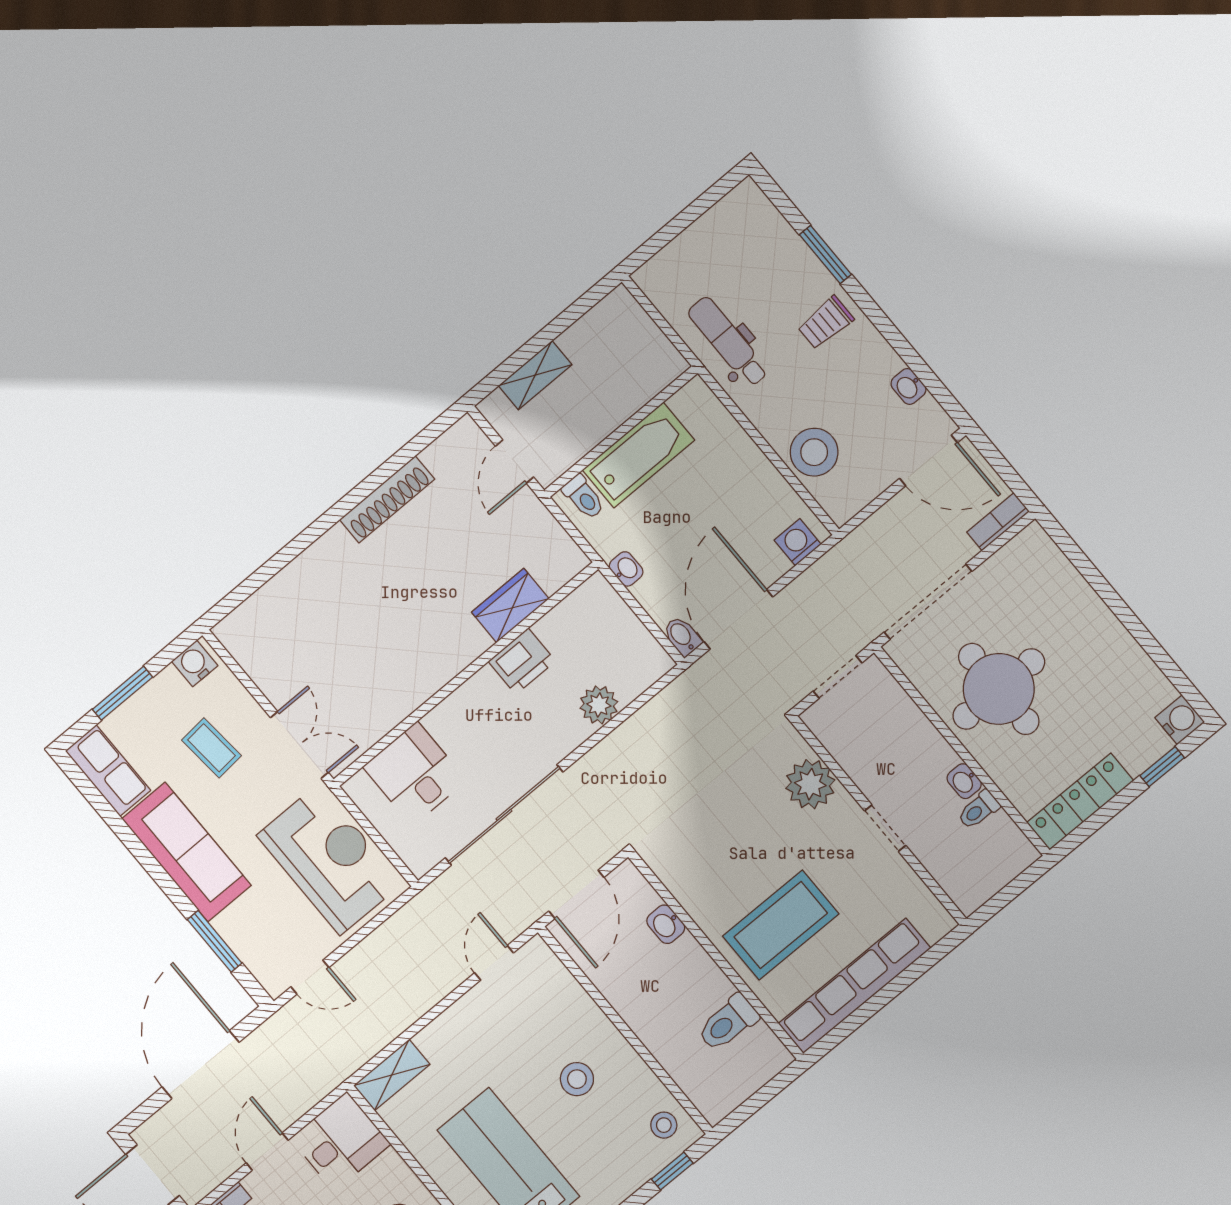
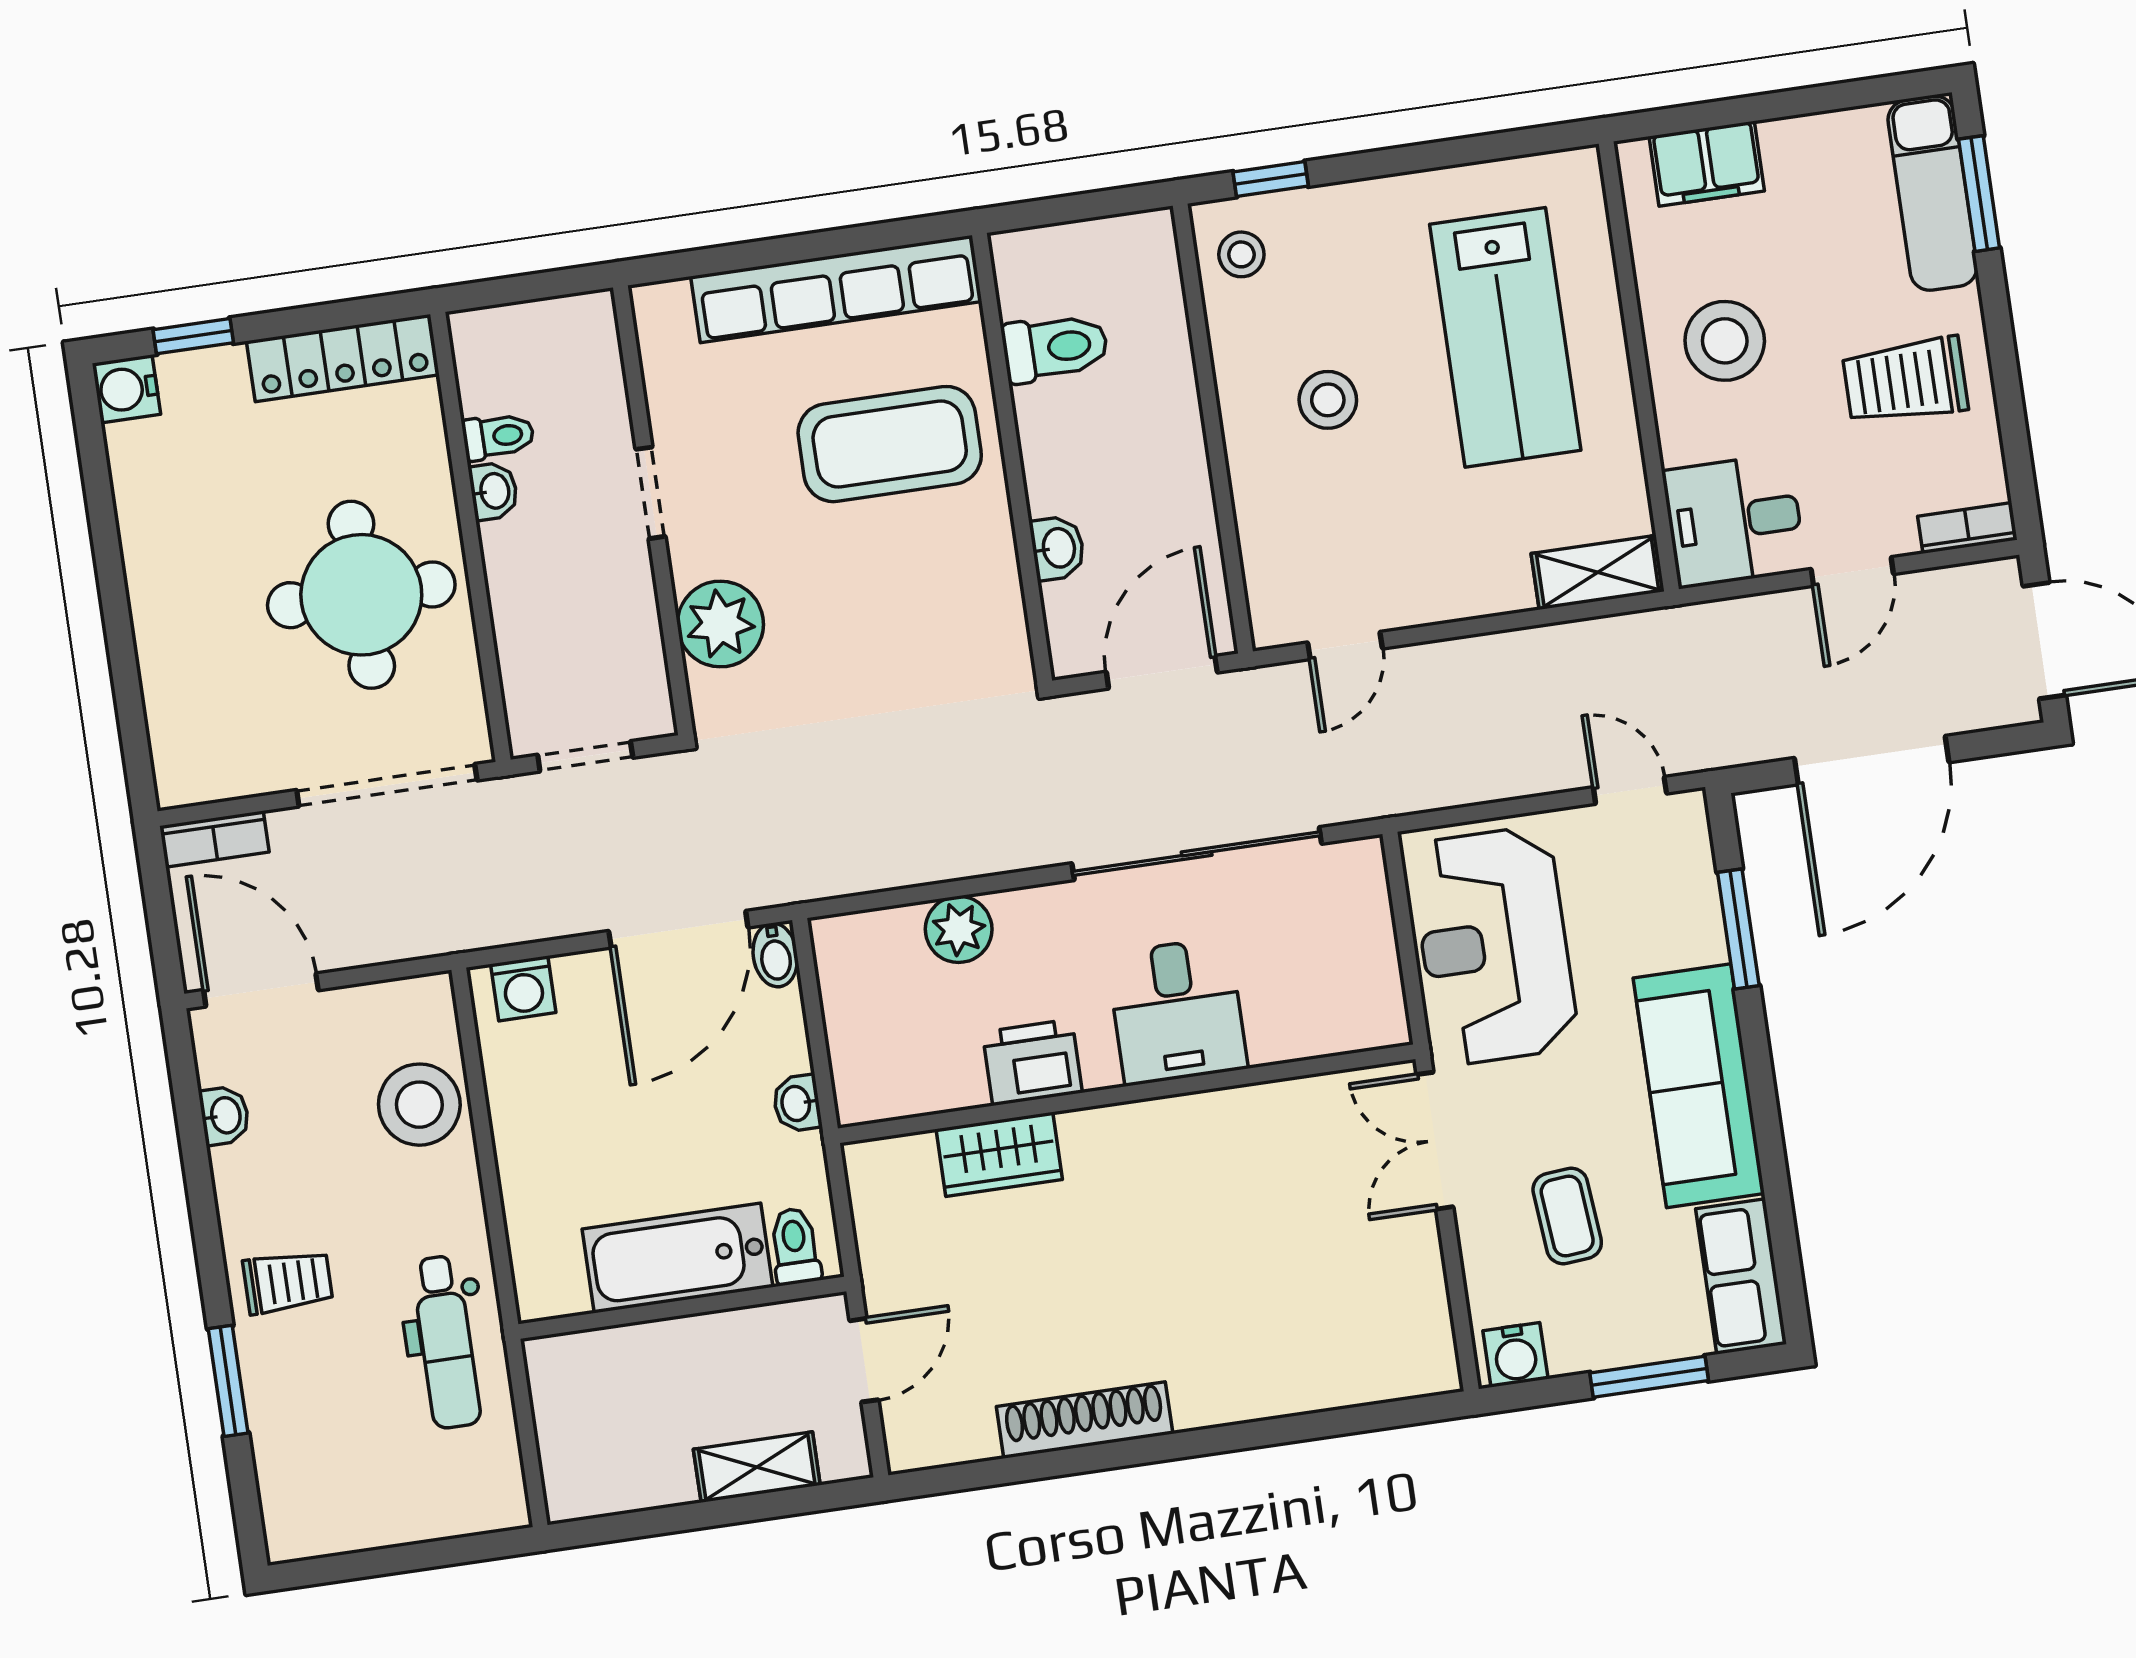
desk: (415, 774) -> (1177, 1011), moved

